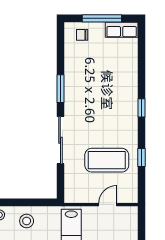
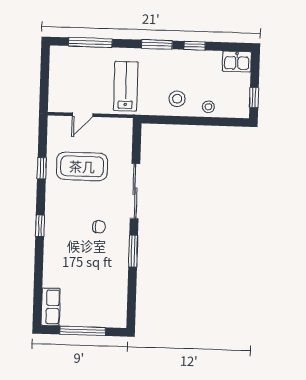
row of seats: (122, 30) -> (51, 307), moved, turned 90
chair: (82, 35) -> (99, 227), moved

